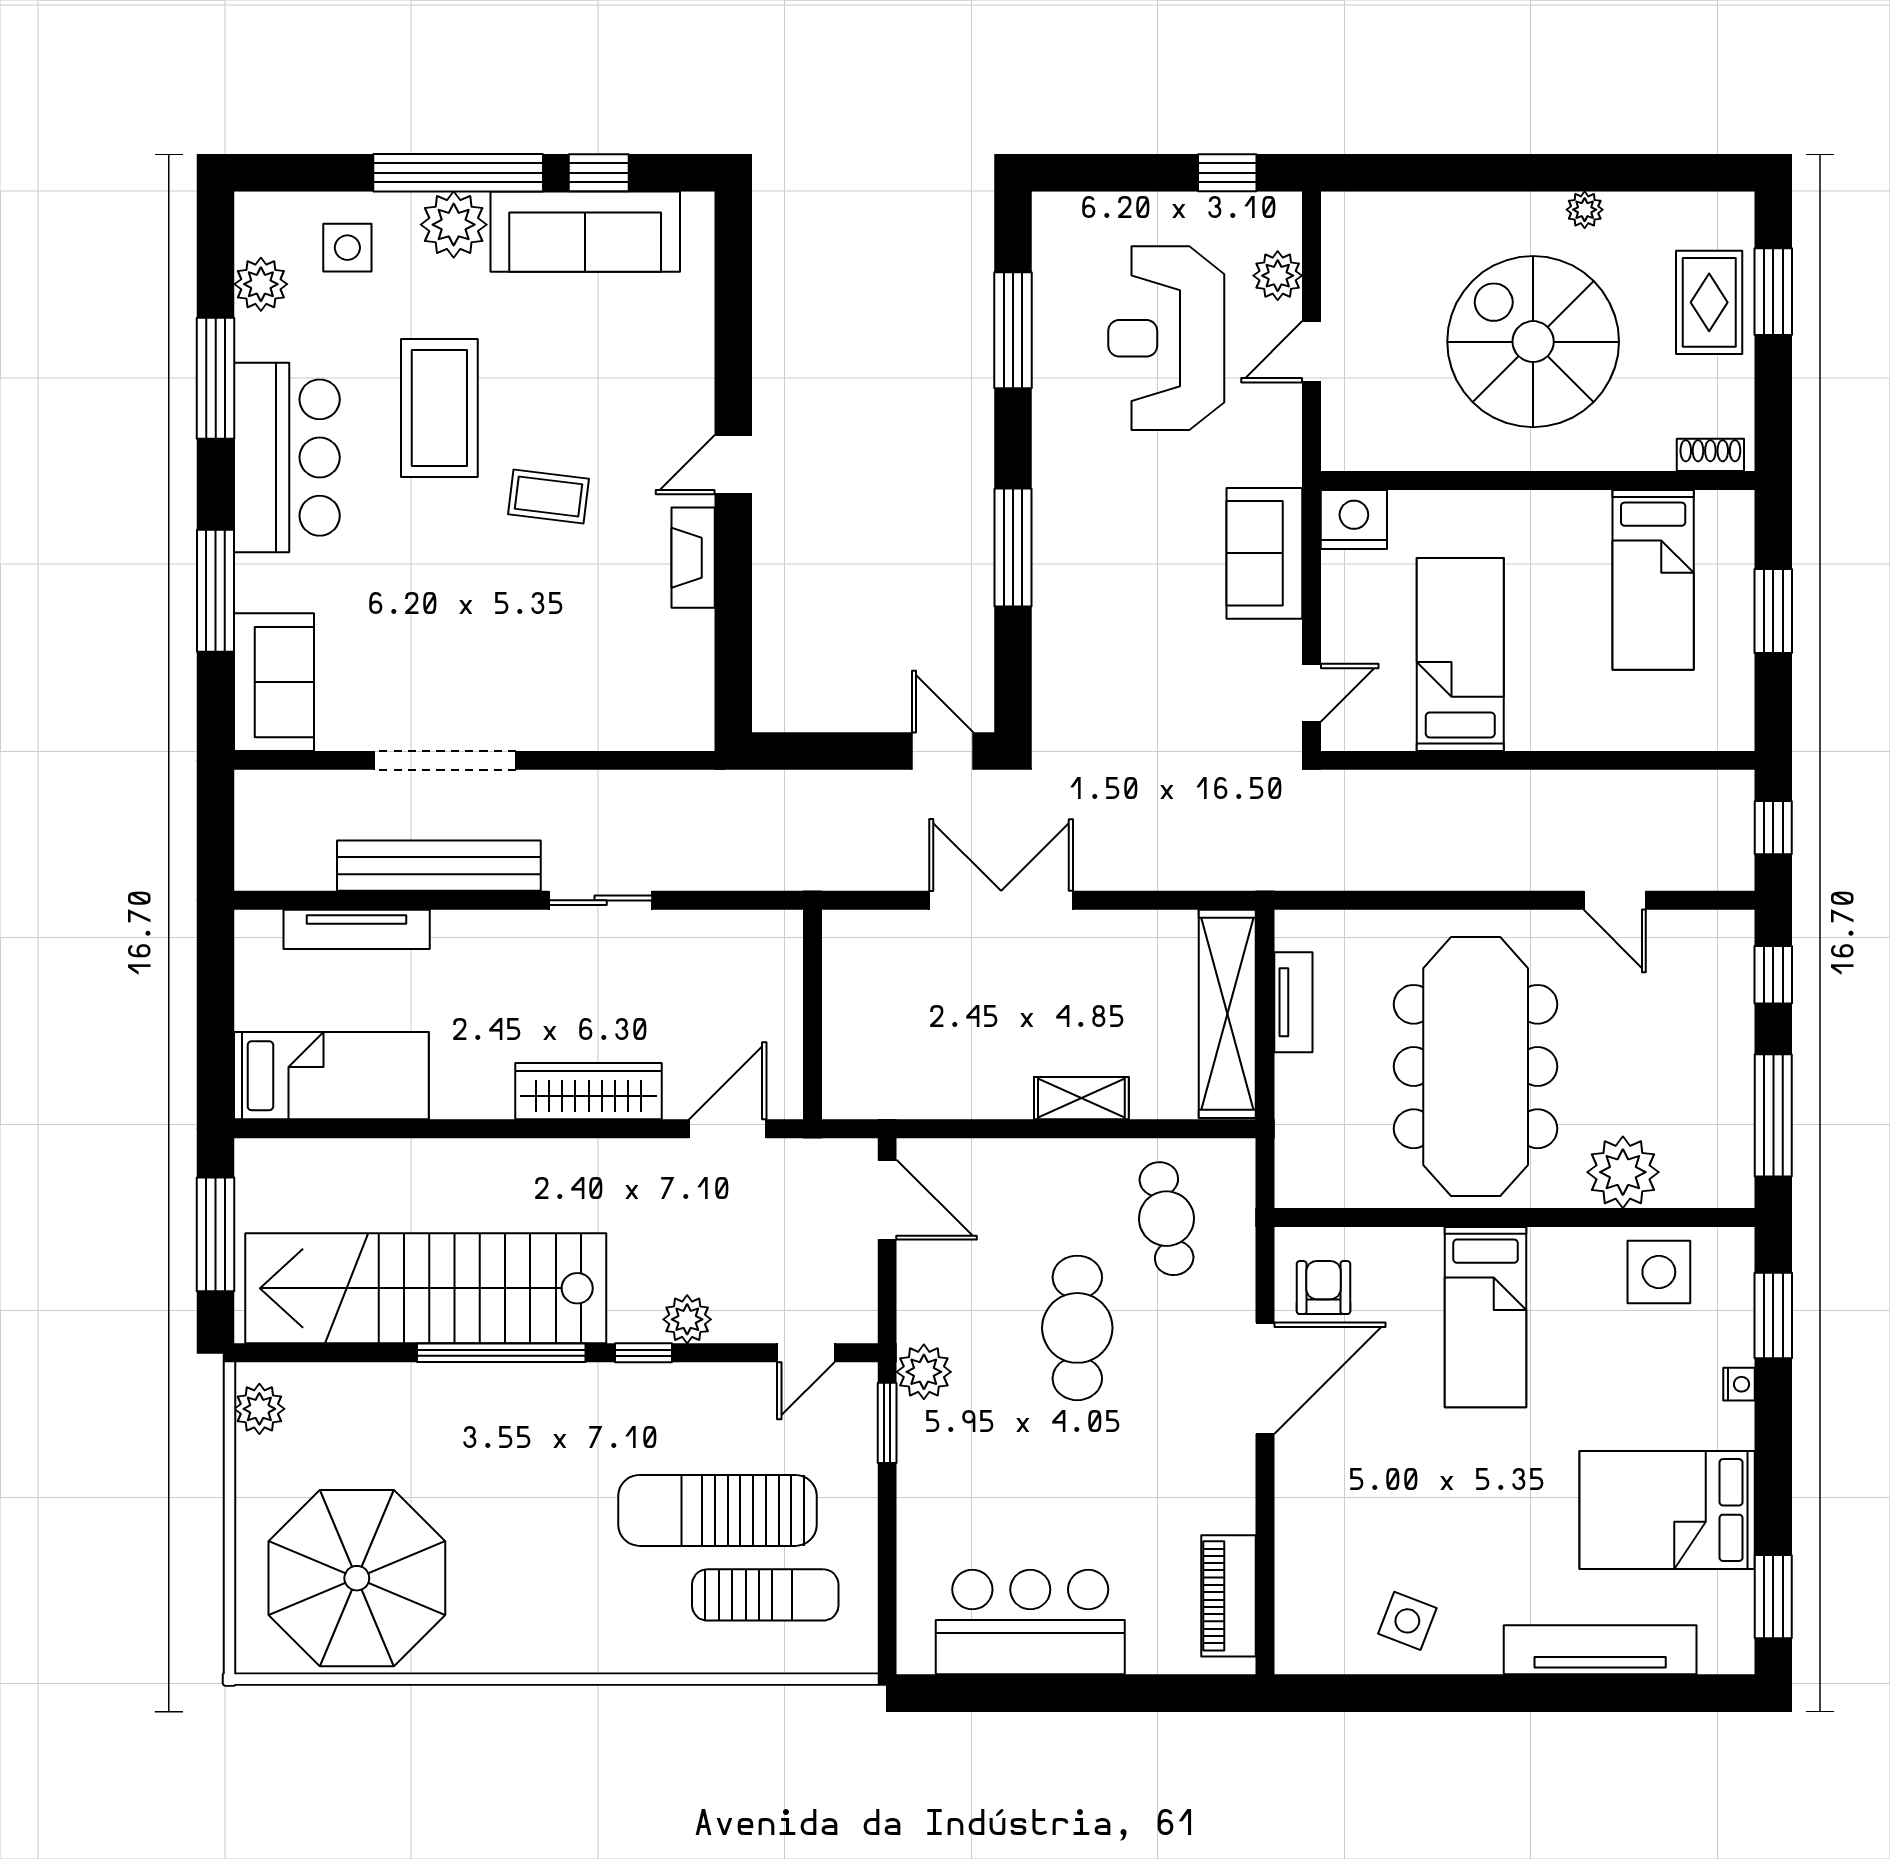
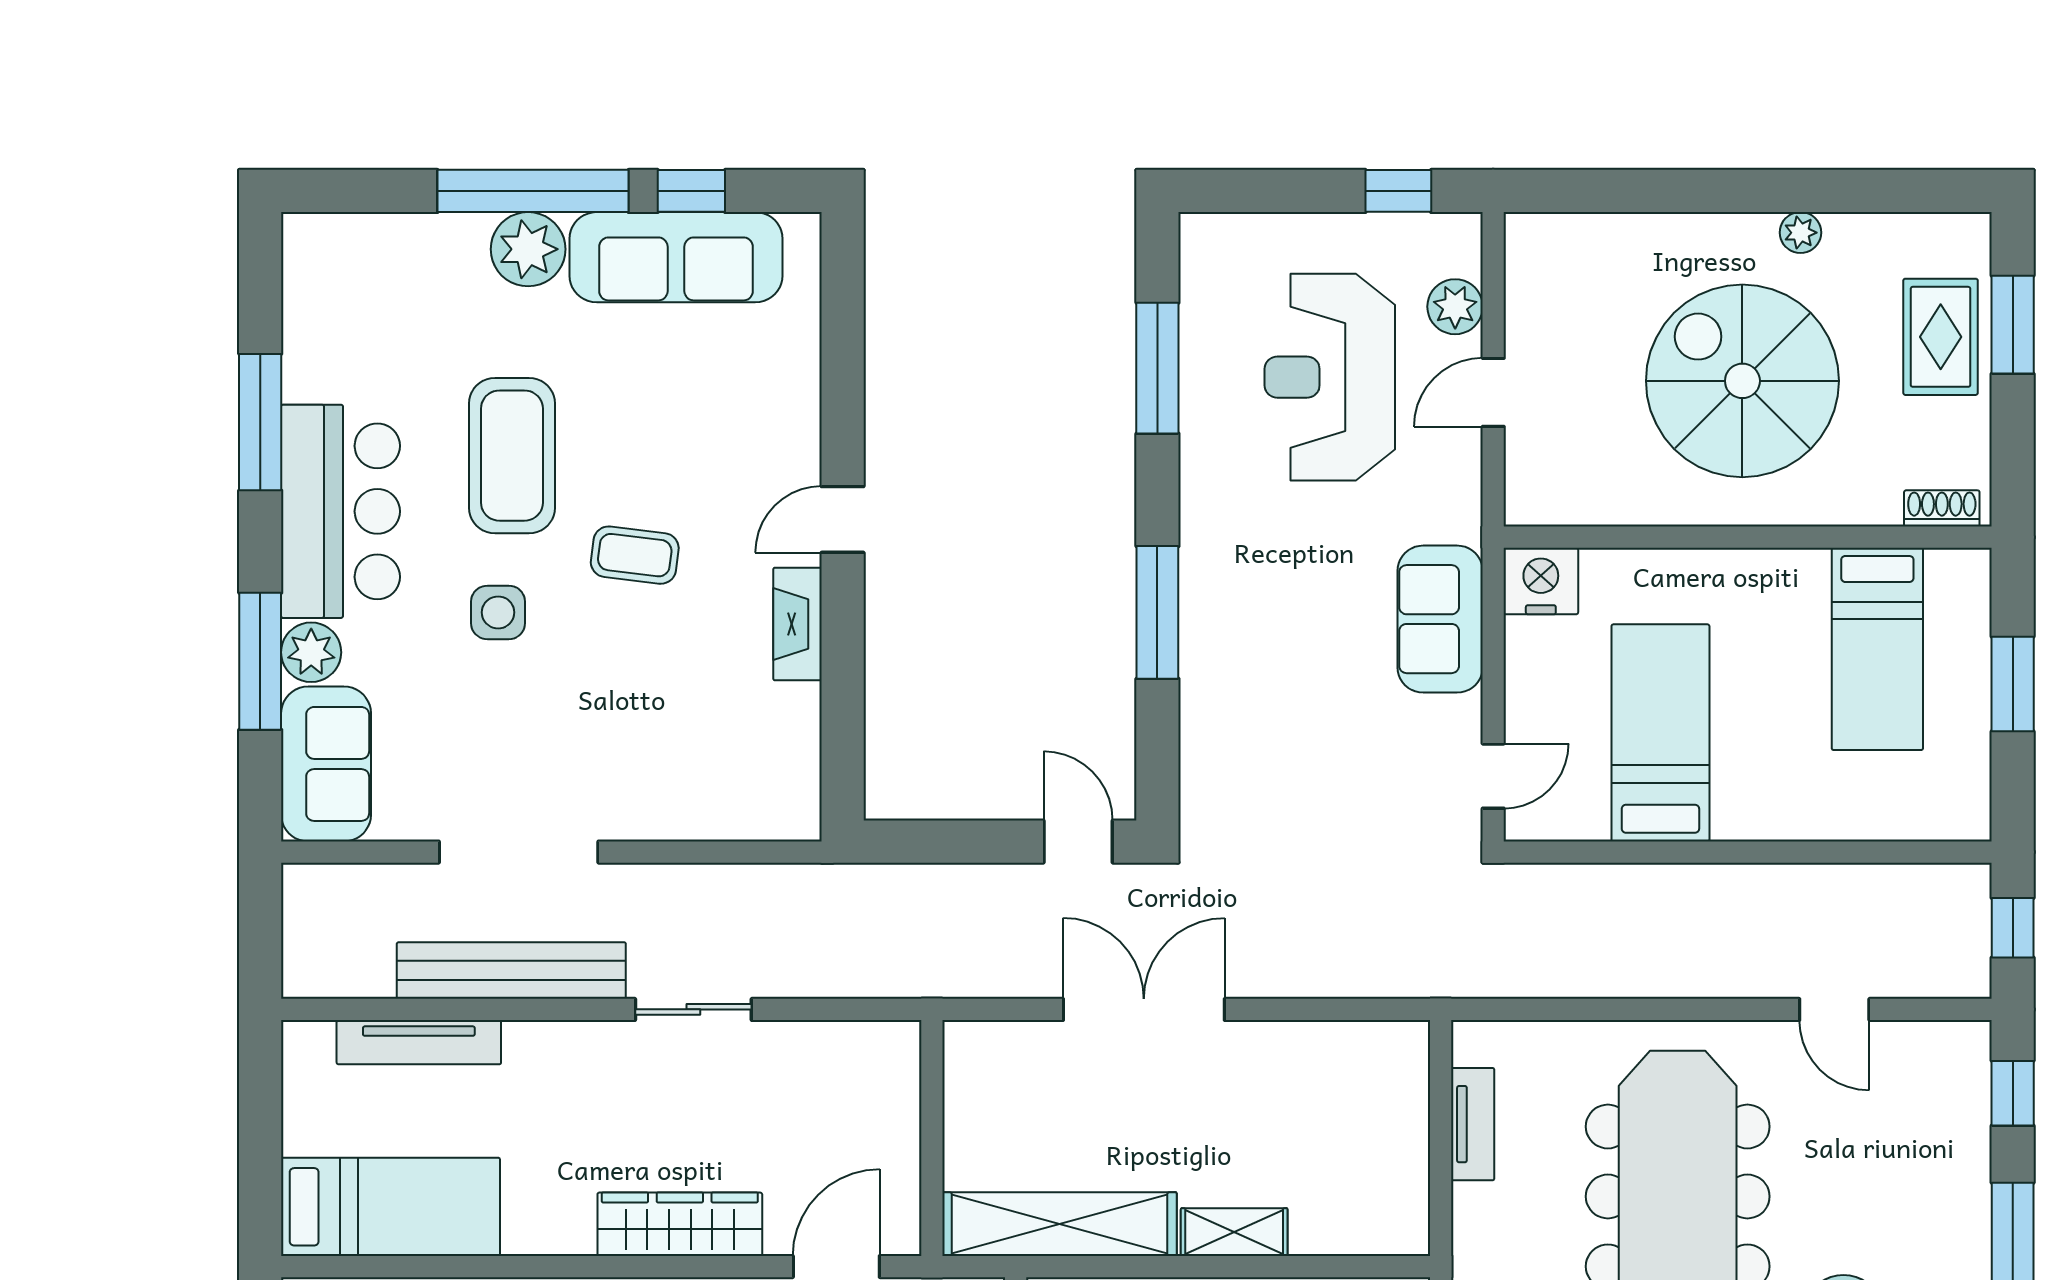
side table: (347, 248) -> (498, 612), moved
plant: (261, 284) -> (311, 652), moved
shelving: (1227, 1014) -> (1060, 1224), moved, turned 90

